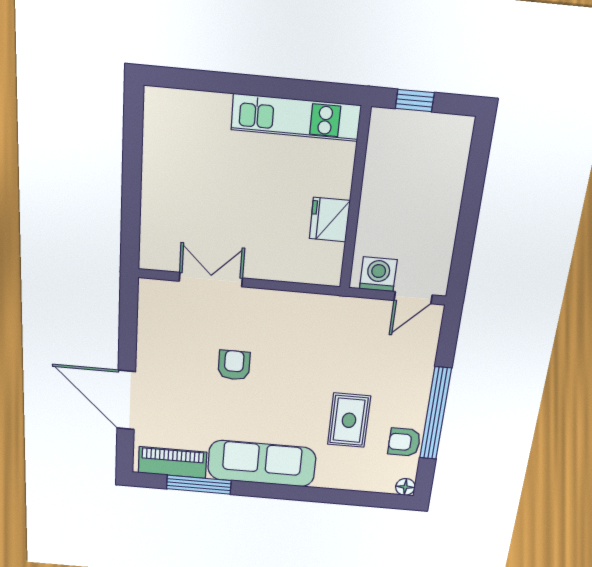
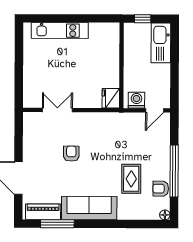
kitchen unit: (296, 118) -> (60, 31), moved
kitchen sink: (448, 159) -> (161, 43), added
fridge: (330, 220) -> (111, 98), moved

